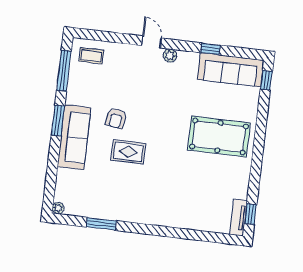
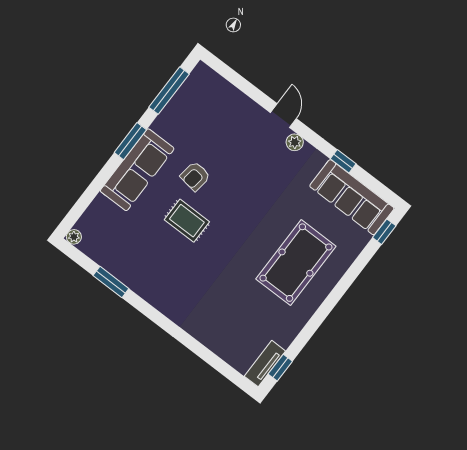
coffee table: (91, 56) -> (209, 92), removed
pool table: (219, 137) -> (296, 263), turned 90

